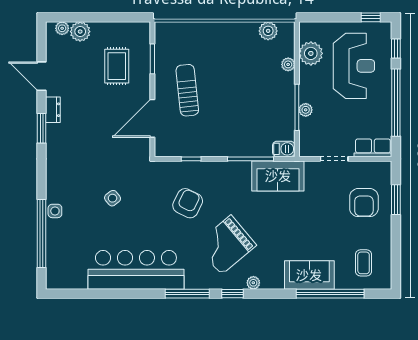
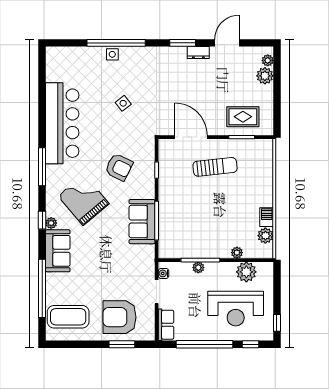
rug: (117, 66) -> (243, 117), moved
barbecue: (284, 149) -> (267, 217), moved, turned 180
water cooler: (313, 151) -> (164, 273), added
sofa: (278, 176) -> (142, 222), moved
armchair: (364, 203) -> (119, 317), width x1.36, depth x1.36
window: (42, 233) -> (116, 43), moved
coffee table: (364, 263) -> (68, 317), width x1.86, depth x1.72
sofa: (309, 275) -> (58, 251), moved
window: (233, 294) -> (42, 220), moved

